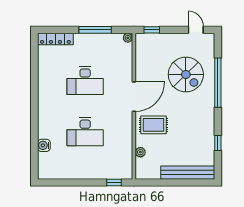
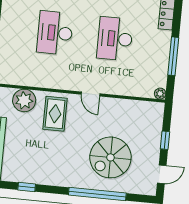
window: (152, 30) -> (165, 140), moved
door: (134, 97) -> (90, 94), width x0.53
plant: (140, 152) -> (24, 100), width x1.88, depth x1.88

